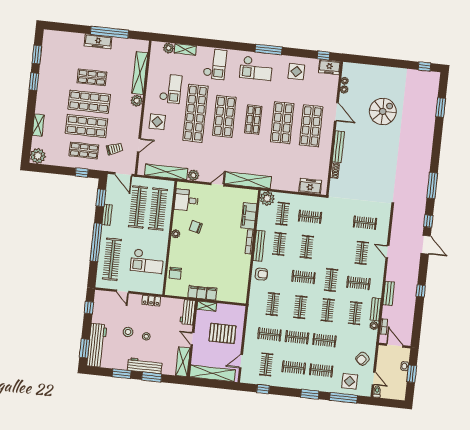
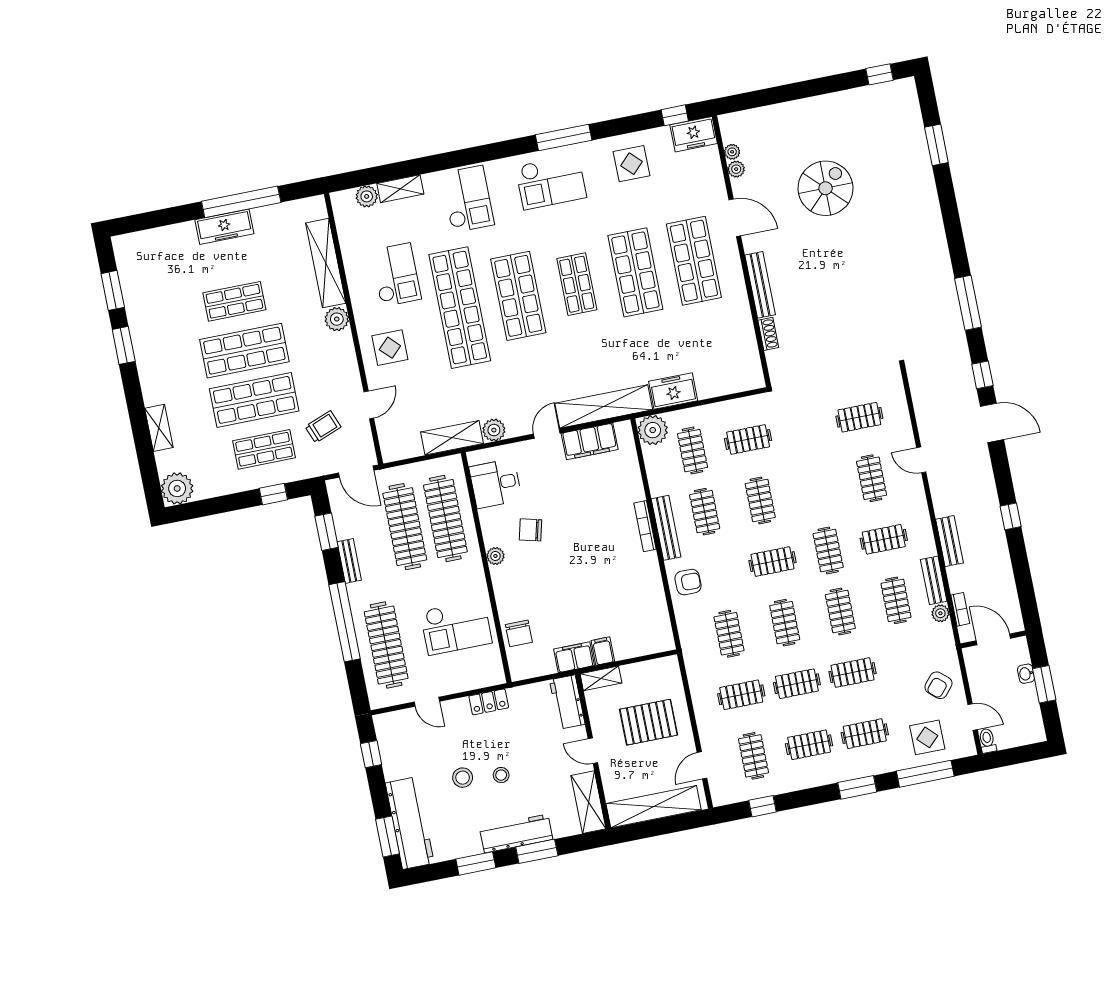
shelving: (166, 172) -> (452, 438), width x0.68
freezer: (310, 186) -> (673, 391), moved
filing cabinet: (249, 216) -> (590, 441), moved, turned -90

